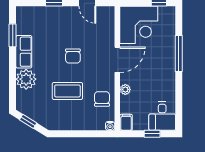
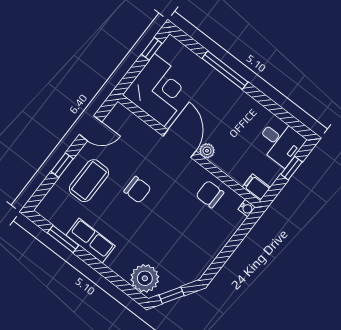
plant: (26, 79) -> (145, 278), moved
plant: (125, 89) -> (207, 151), moved
coffee table: (67, 91) -> (89, 181), moved

